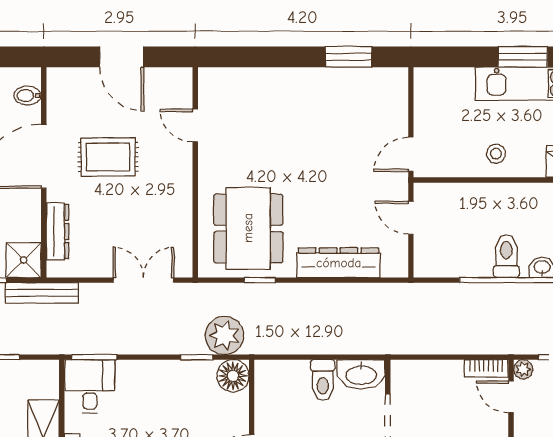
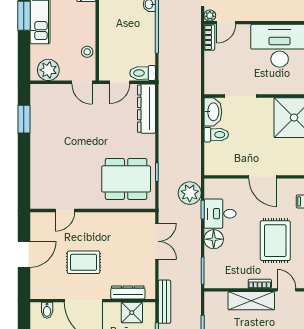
plant: (431, 98) -> (48, 70), added
stool: (496, 154) -> (87, 52), moved
rug: (108, 157) -> (84, 262), turned 90
toilet: (506, 256) -> (143, 73), moved
shower: (24, 260) -> (132, 313), moved
dresser: (339, 263) -> (146, 109), moved
double door: (143, 280) -> (157, 241), swing flipped
floor lamp: (233, 376) -> (214, 239), moved
desk: (90, 386) -> (220, 214), moved

